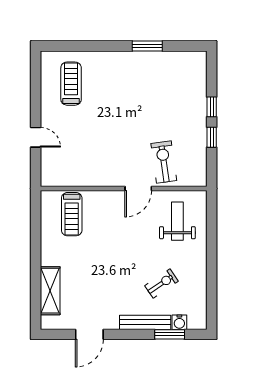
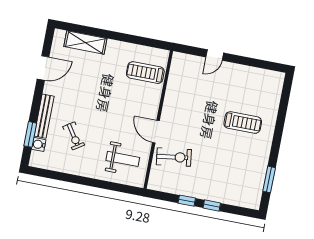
window: (147, 46) -> (269, 179), moved
treadmill: (71, 84) -> (243, 123), moved
door: (89, 334) -> (43, 68), swing flipped

